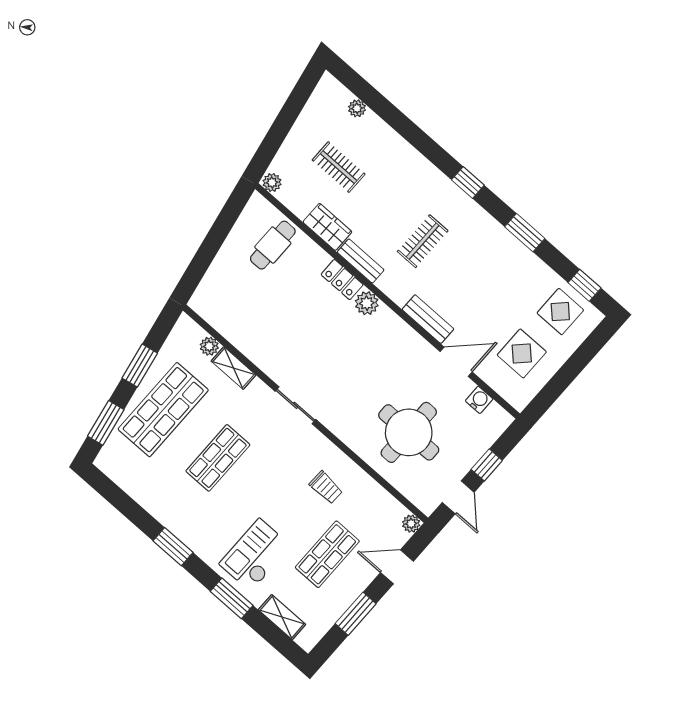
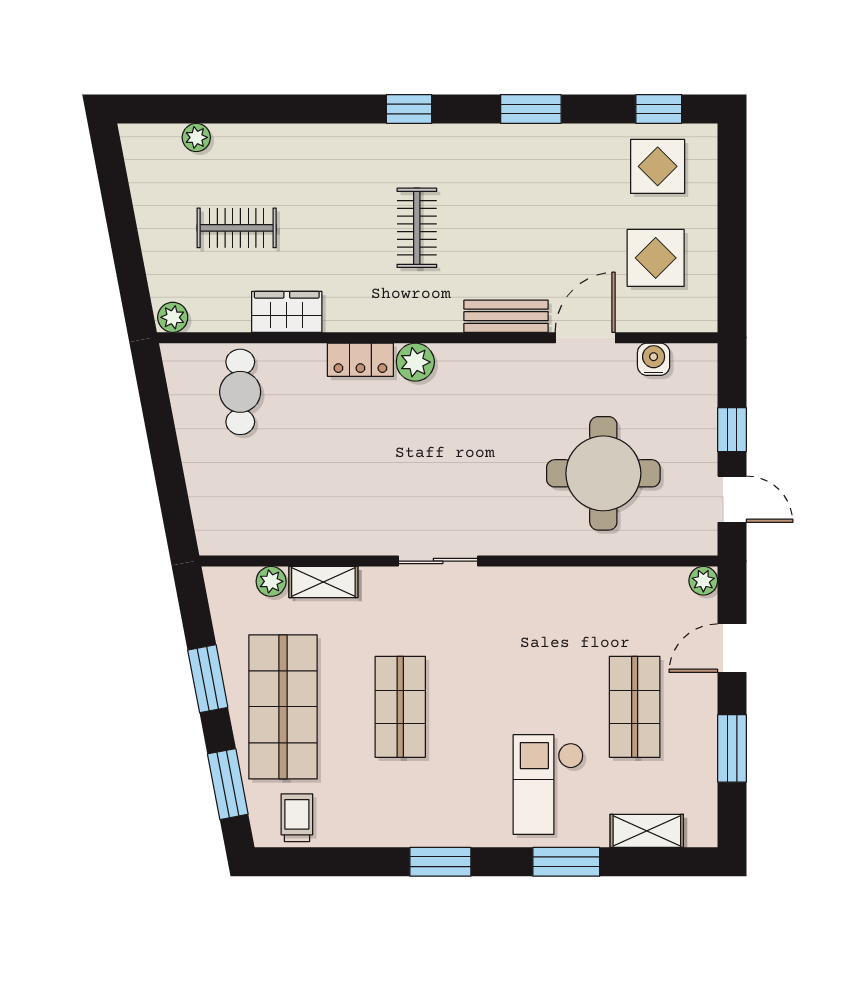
bench: (361, 261) -> (363, 318), removed
trolley: (326, 487) -> (297, 818), moved, turned -92

